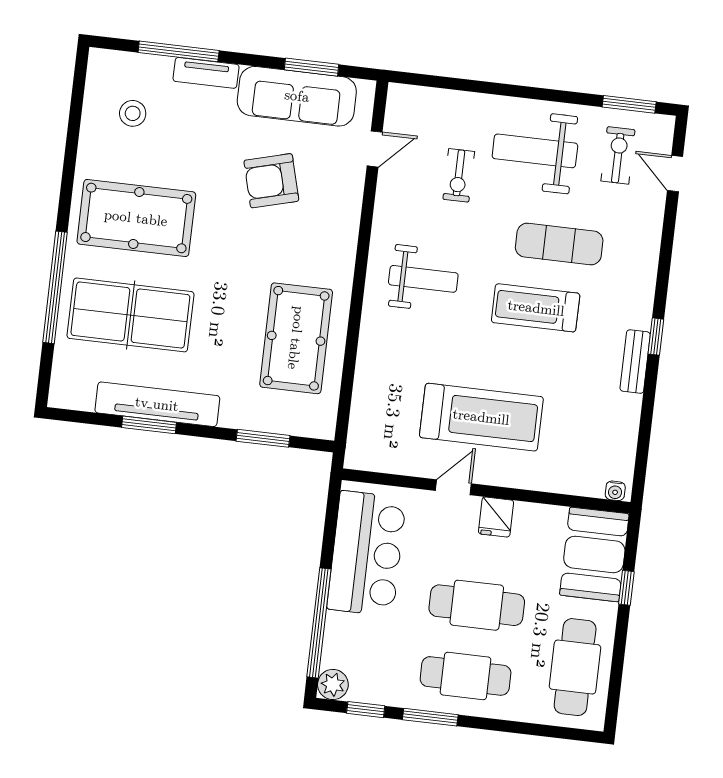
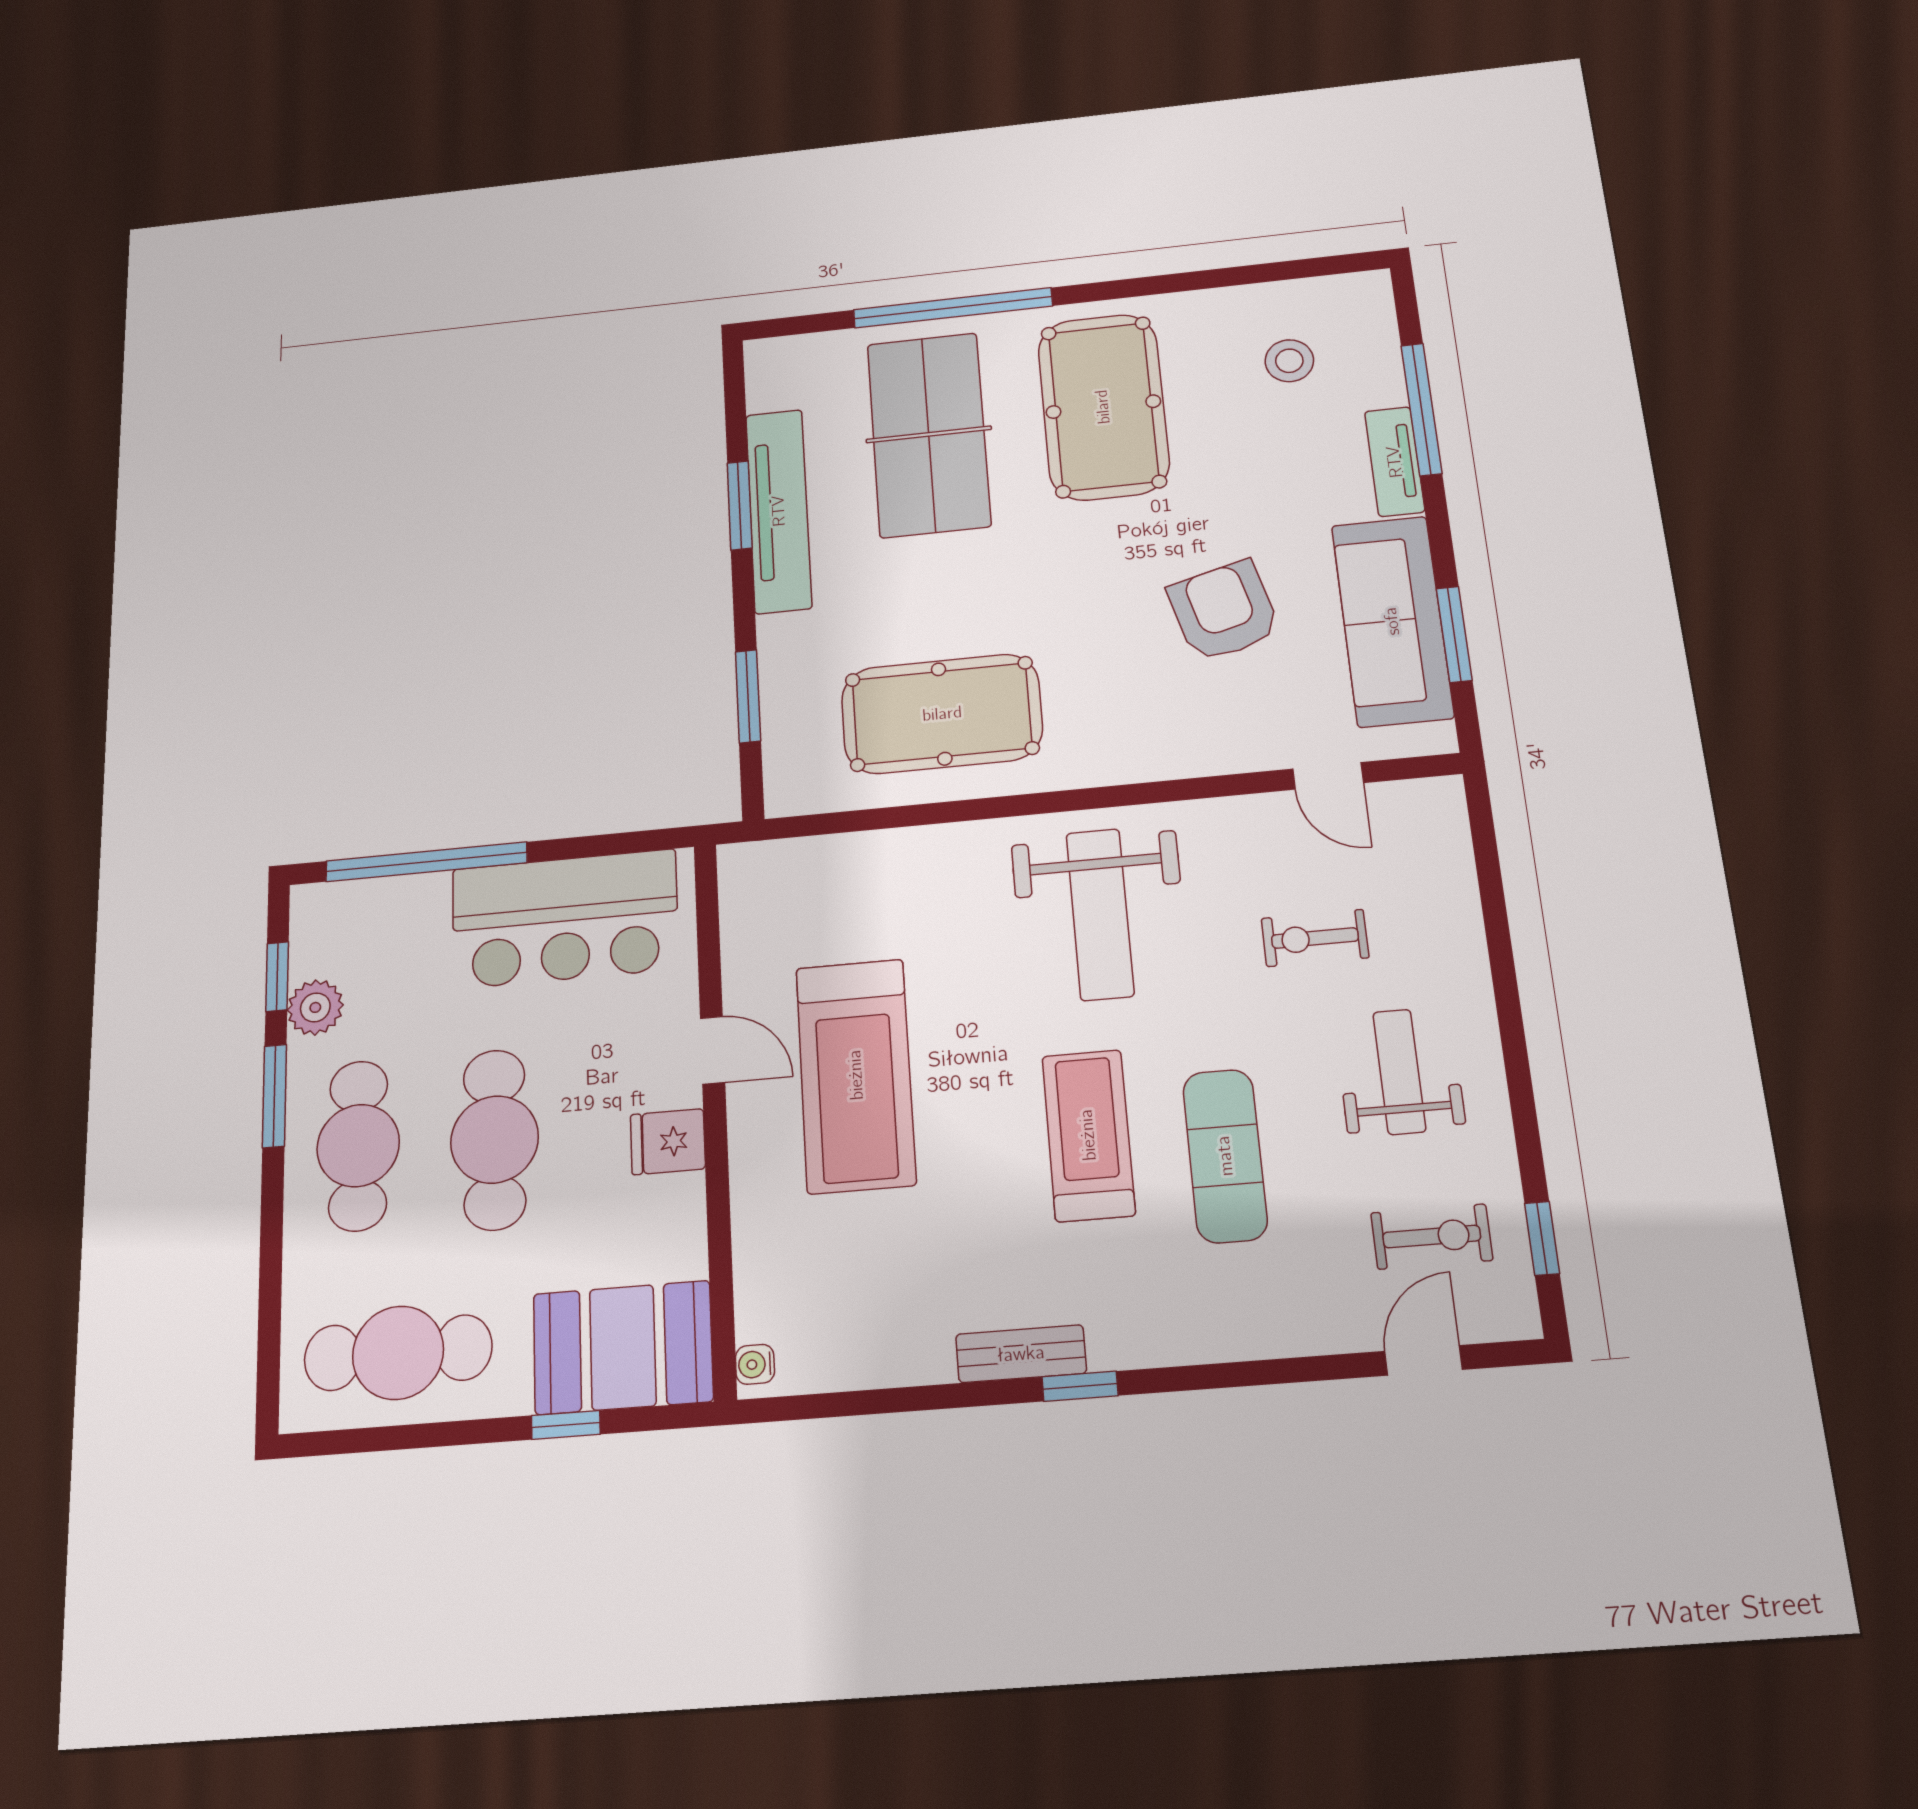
window: (629, 104) -> (1542, 1238), width x0.67
weight bench: (535, 151) -> (1399, 1072), width x0.73, depth x0.75
weight bench: (423, 279) -> (1100, 914), width x1.36, depth x1.33
plant: (333, 685) -> (315, 1007), moved

